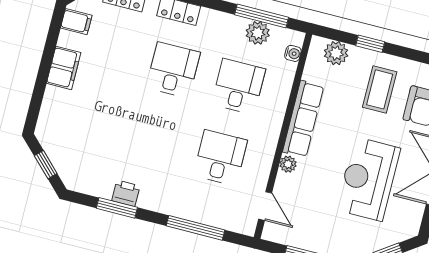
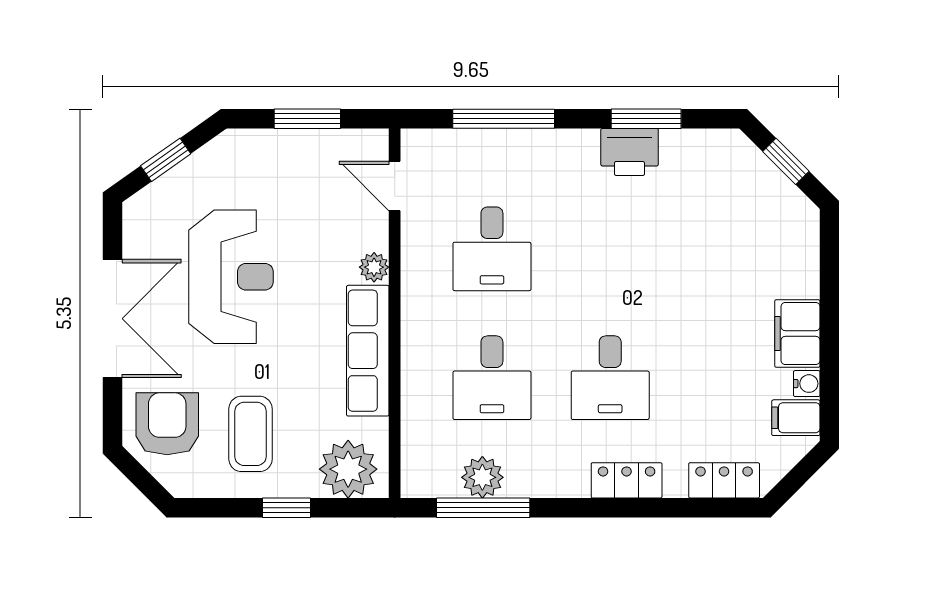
water cooler: (293, 53) -> (807, 384), moved, turned 180
plant: (336, 53) -> (348, 469), width x1.36, depth x1.36
printer: (126, 193) -> (630, 152), width x1.36, depth x1.24

